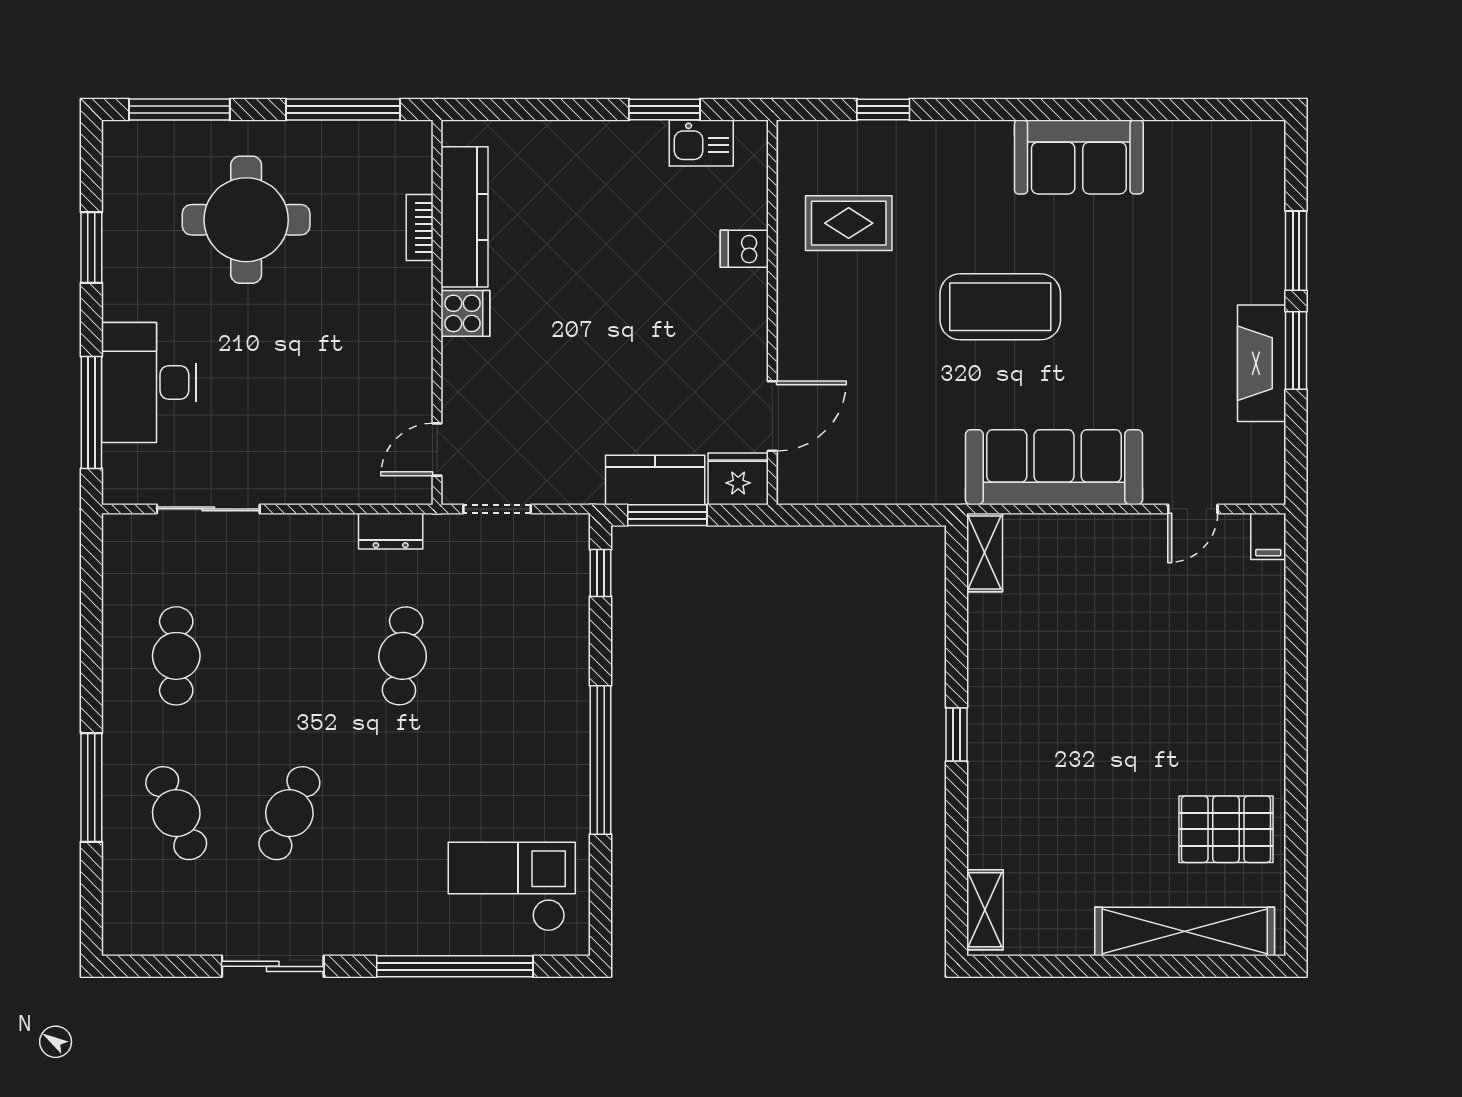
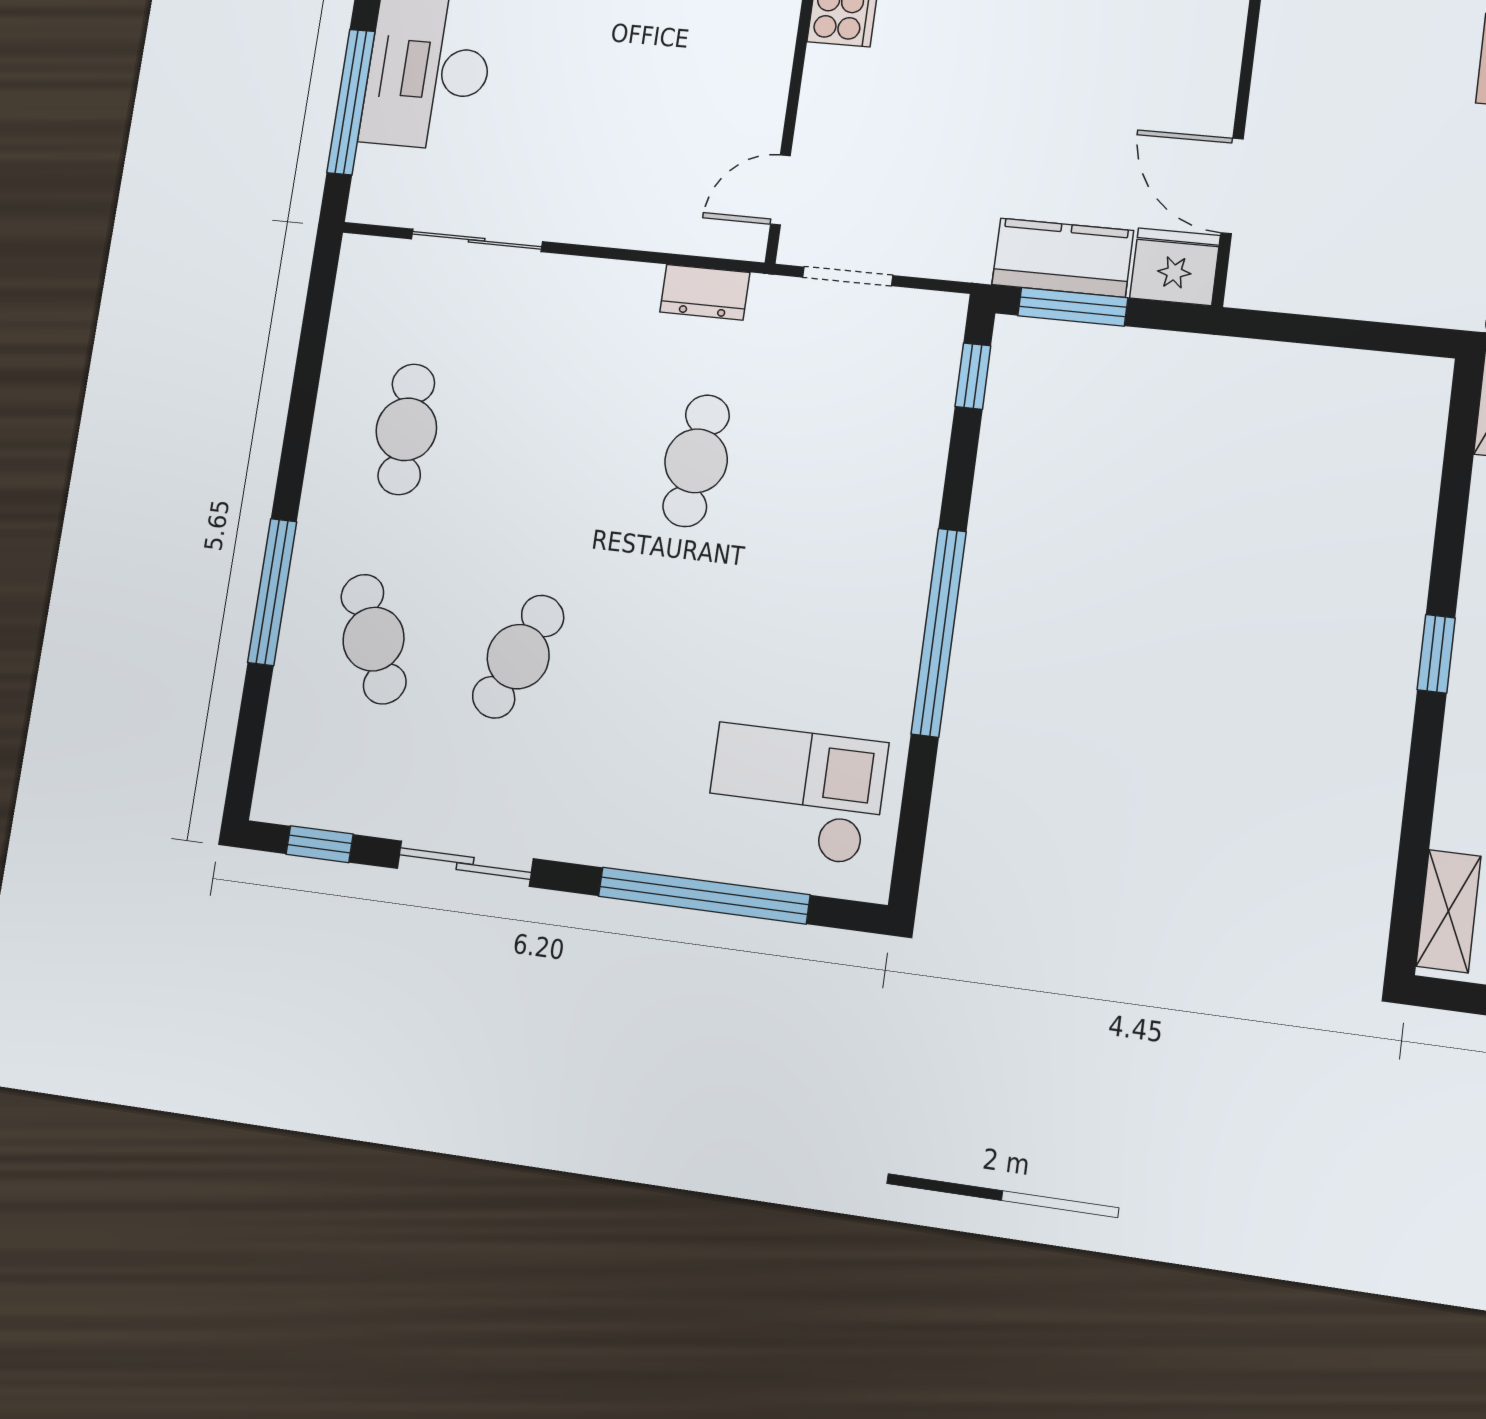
door: (772, 416) -> (1232, 186), swing flipped
window: (159, 966) -> (320, 844), added

